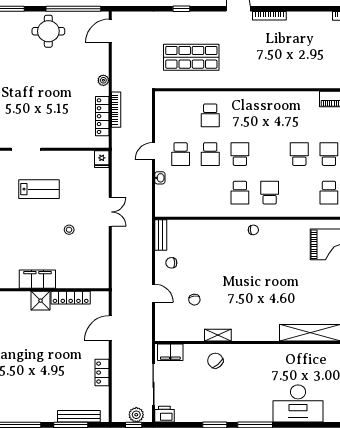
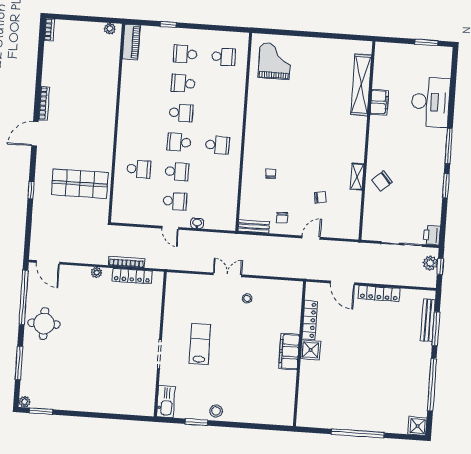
shop shelf: (191, 57) -> (80, 184), turned 90
fridge: (102, 159) -> (175, 280), removed
school desk: (270, 193) -> (181, 113), moved, turned 180
stool: (69, 230) -> (247, 298), moved
chair: (253, 230) -> (271, 174), moved
filing cabinet: (170, 352) -> (379, 102), moved
locker: (102, 373) -> (379, 294), width x1.53

